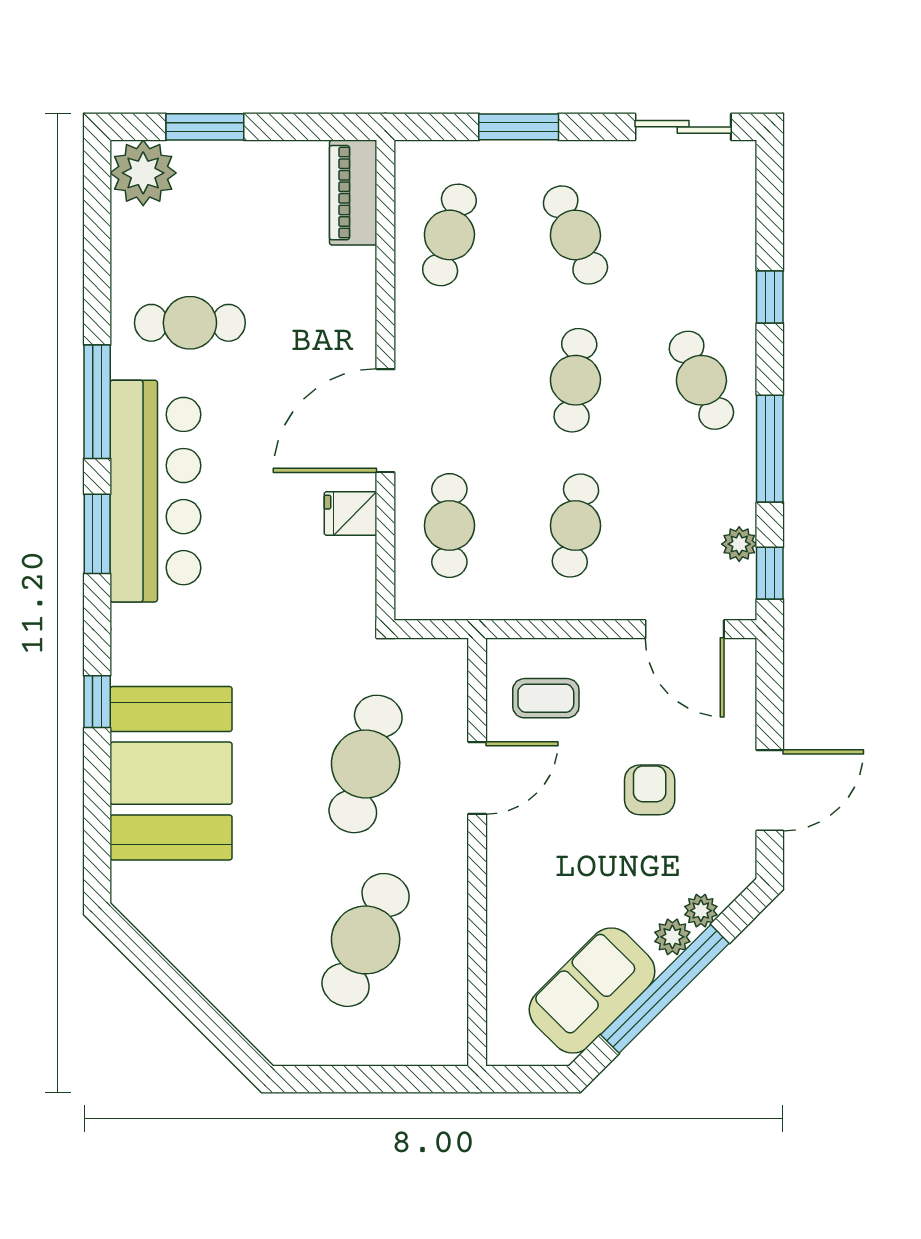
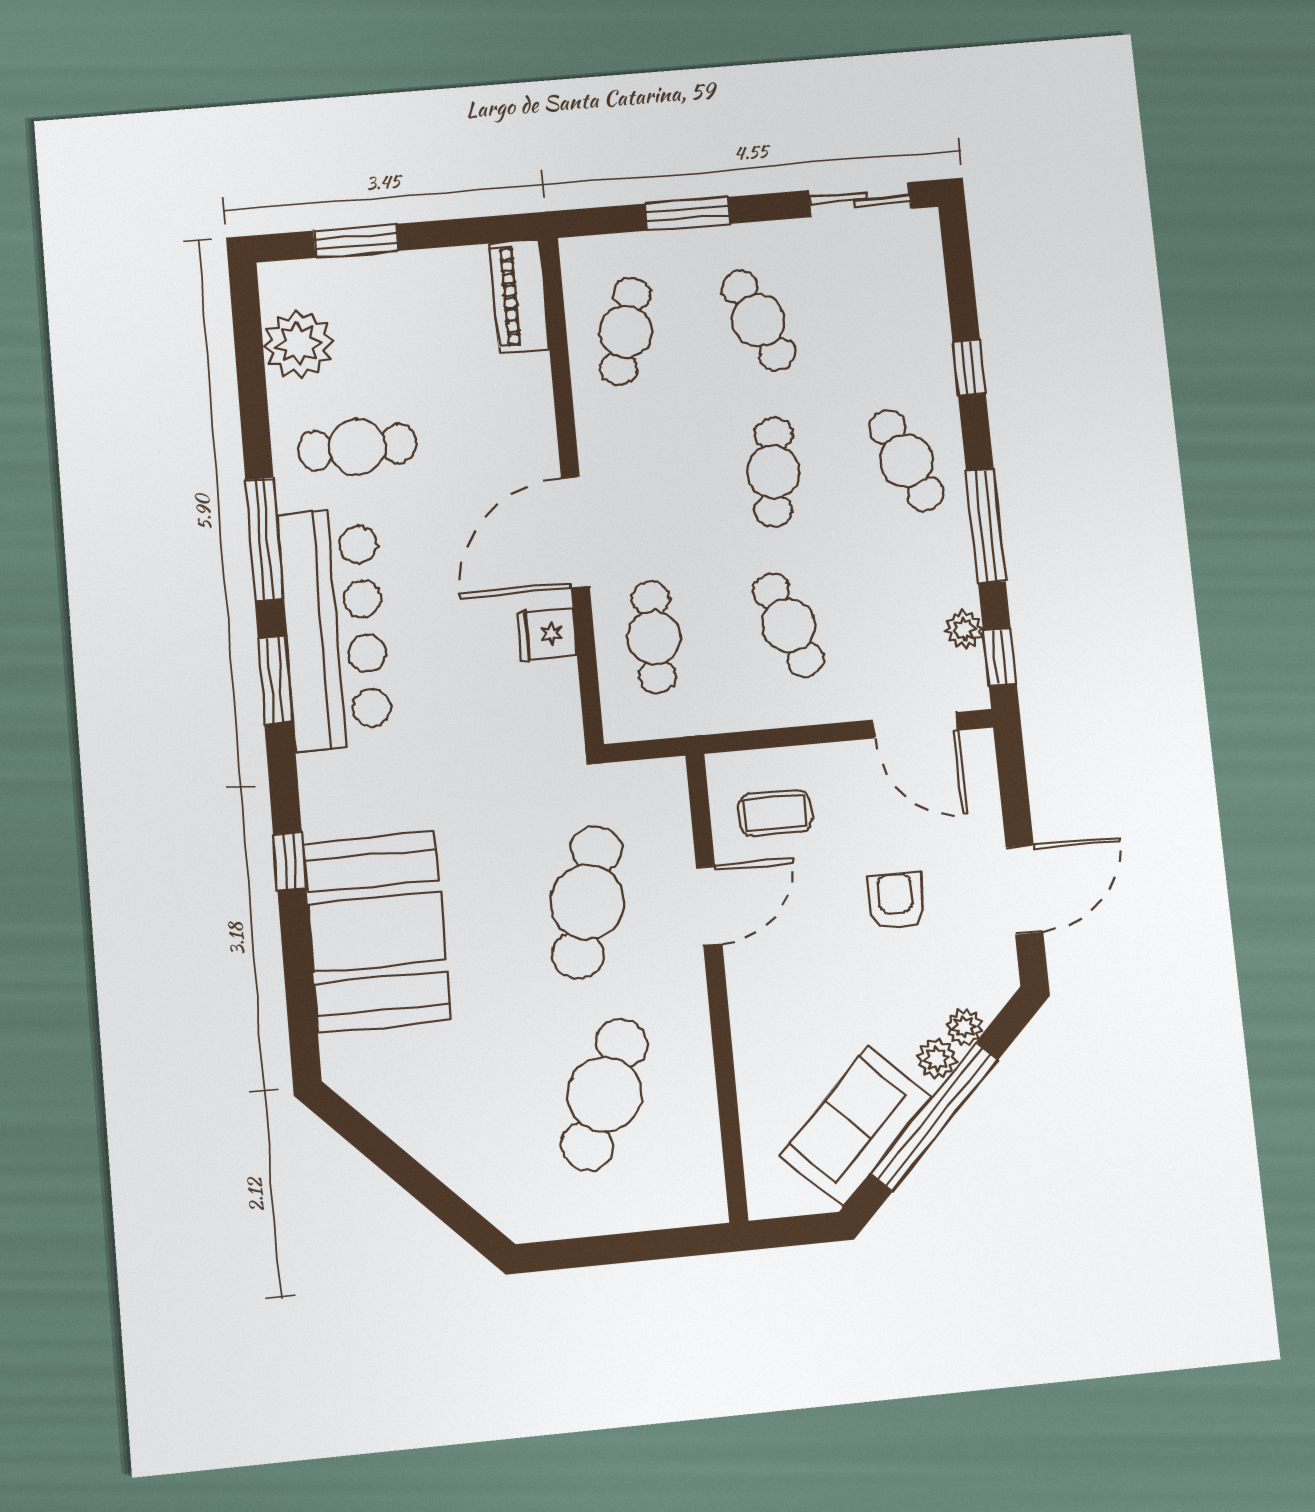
plant: (143, 173) -> (298, 344), moved
cafe table: (575, 526) -> (788, 625), turned -30

